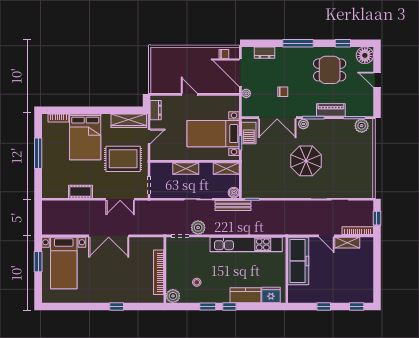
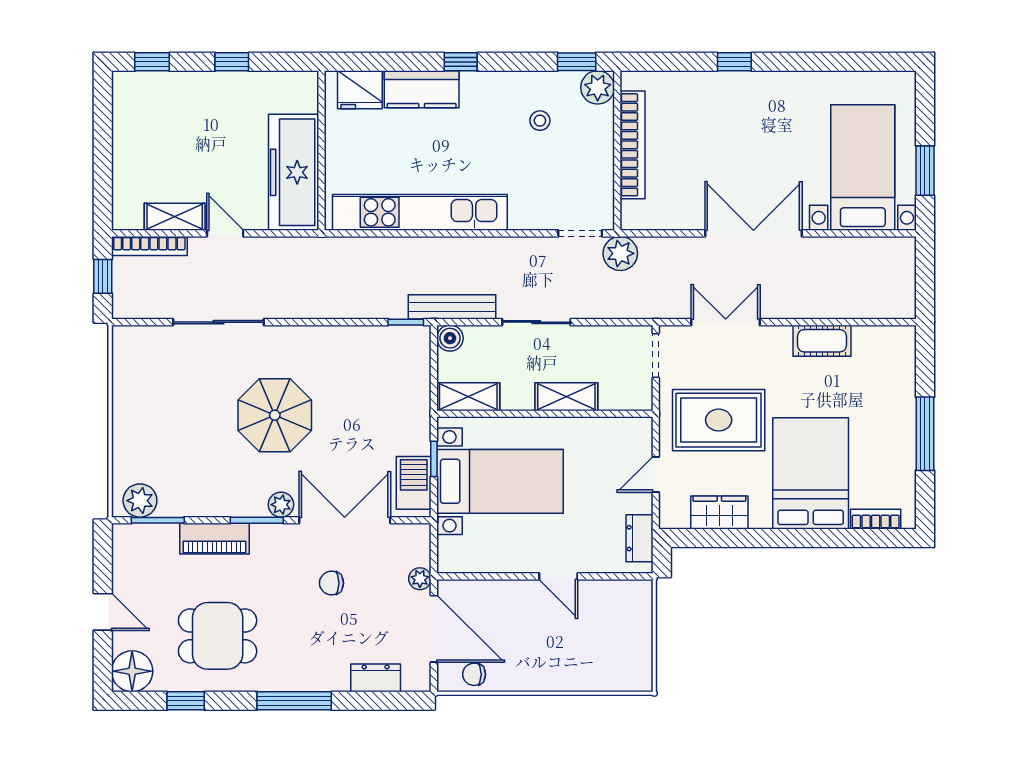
wardrobe: (129, 121) -> (719, 513), width x0.67
plant: (198, 228) -> (620, 253), moved
window: (208, 307) -> (577, 62), moved

